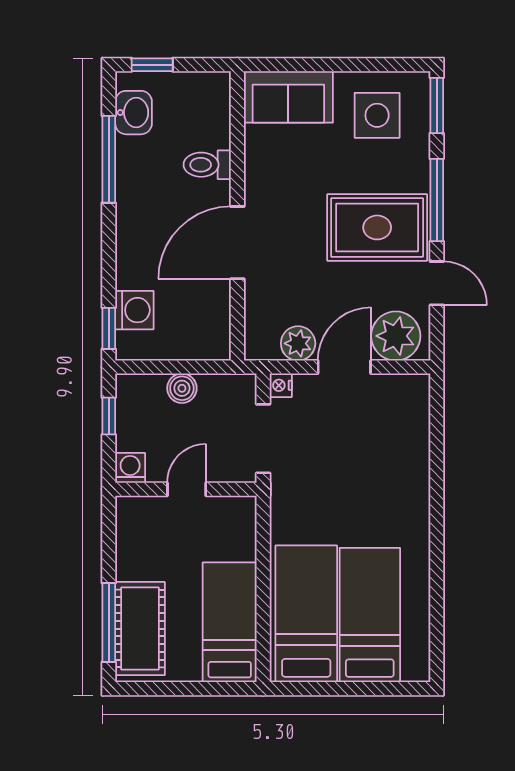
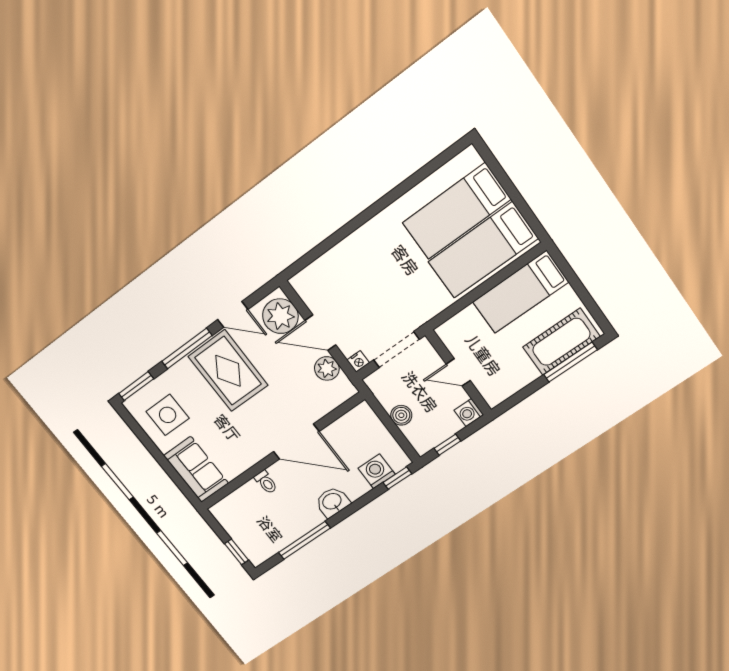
washbasin: (134, 113) -> (332, 502), moved
toilet: (207, 165) -> (266, 482), width x0.73, depth x0.72
door: (437, 283) -> (233, 314), swing flipped

